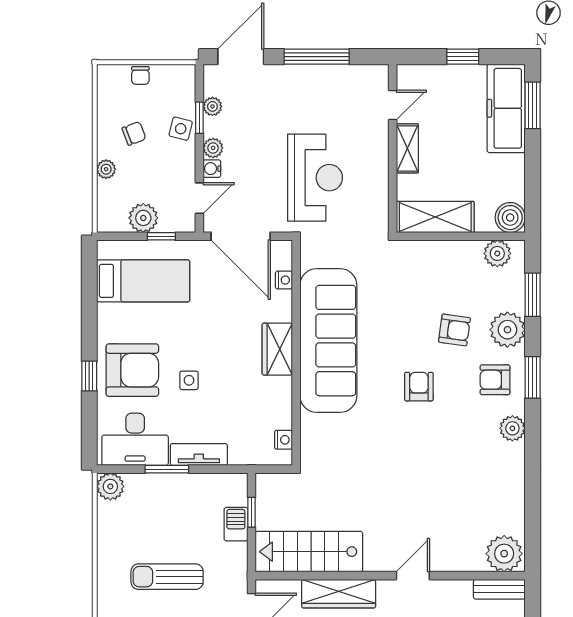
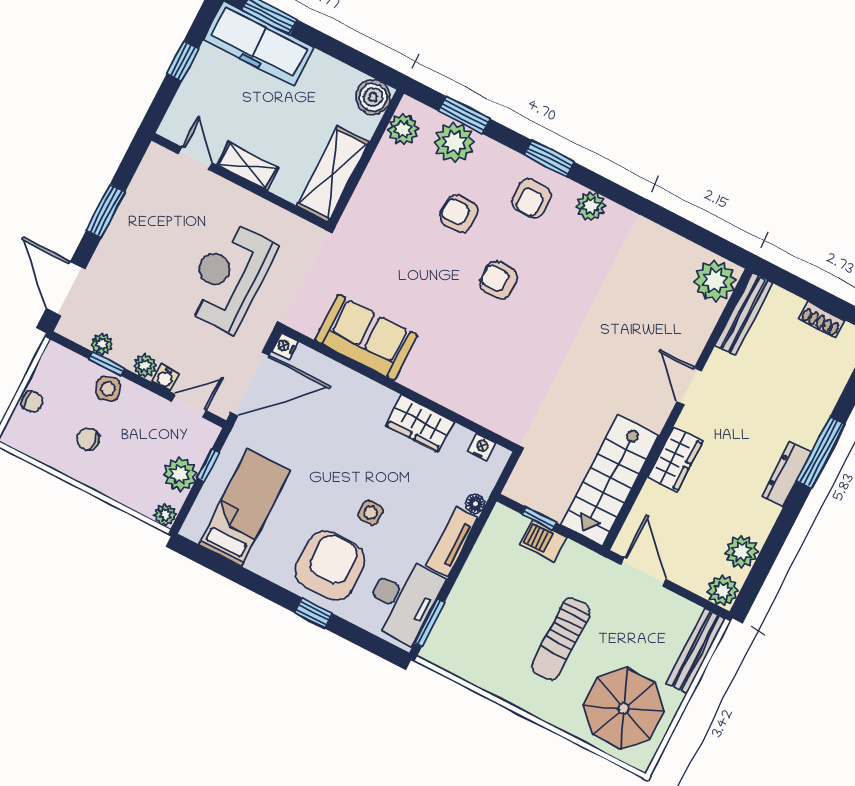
window: (317, 57) -> (106, 211), width x0.69
side table: (181, 129) -> (108, 389), turned -36
chair: (134, 133) -> (88, 439), turned -69
plant: (106, 169) -> (165, 515), moved
reception desk: (315, 178) -> (229, 277), turned -90
door: (199, 198) -> (189, 406), hinge flipped
nightstand: (284, 280) -> (285, 346), moved, turned -90
armchair: (454, 330) -> (459, 214), turned -98
plant: (507, 330) -> (454, 142), moved
sofa: (328, 341) -> (366, 338), width x0.54, depth x0.79
wardrobe: (277, 349) -> (420, 423), moved
floor lamp: (237, 457) -> (475, 504), added
window: (167, 469) -> (429, 623), moved
plant: (110, 486) -> (438, 650), removed
bench: (499, 589) -> (744, 314), width x1.36
wardrobe: (339, 594) -> (675, 459), width x0.67

